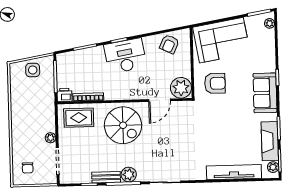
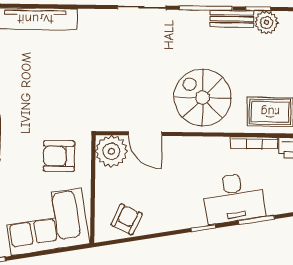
desk: (125, 56) -> (234, 198), moved
door: (160, 100) -> (145, 134), swing flipped
plant: (129, 175) -> (267, 22), moved

